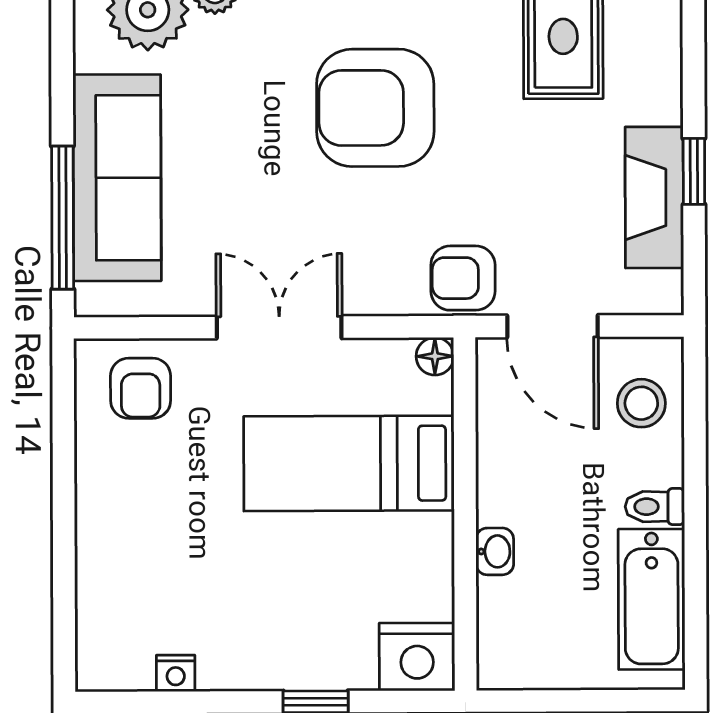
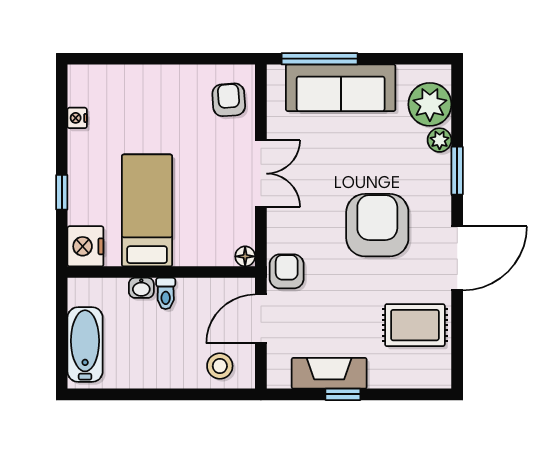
armchair: (141, 388) -> (229, 100), turned 86
bed: (349, 463) -> (147, 210), moved
toilet: (655, 507) -> (166, 293), moved, turned 180
bathtub: (652, 599) -> (85, 345), moved, turned 90

